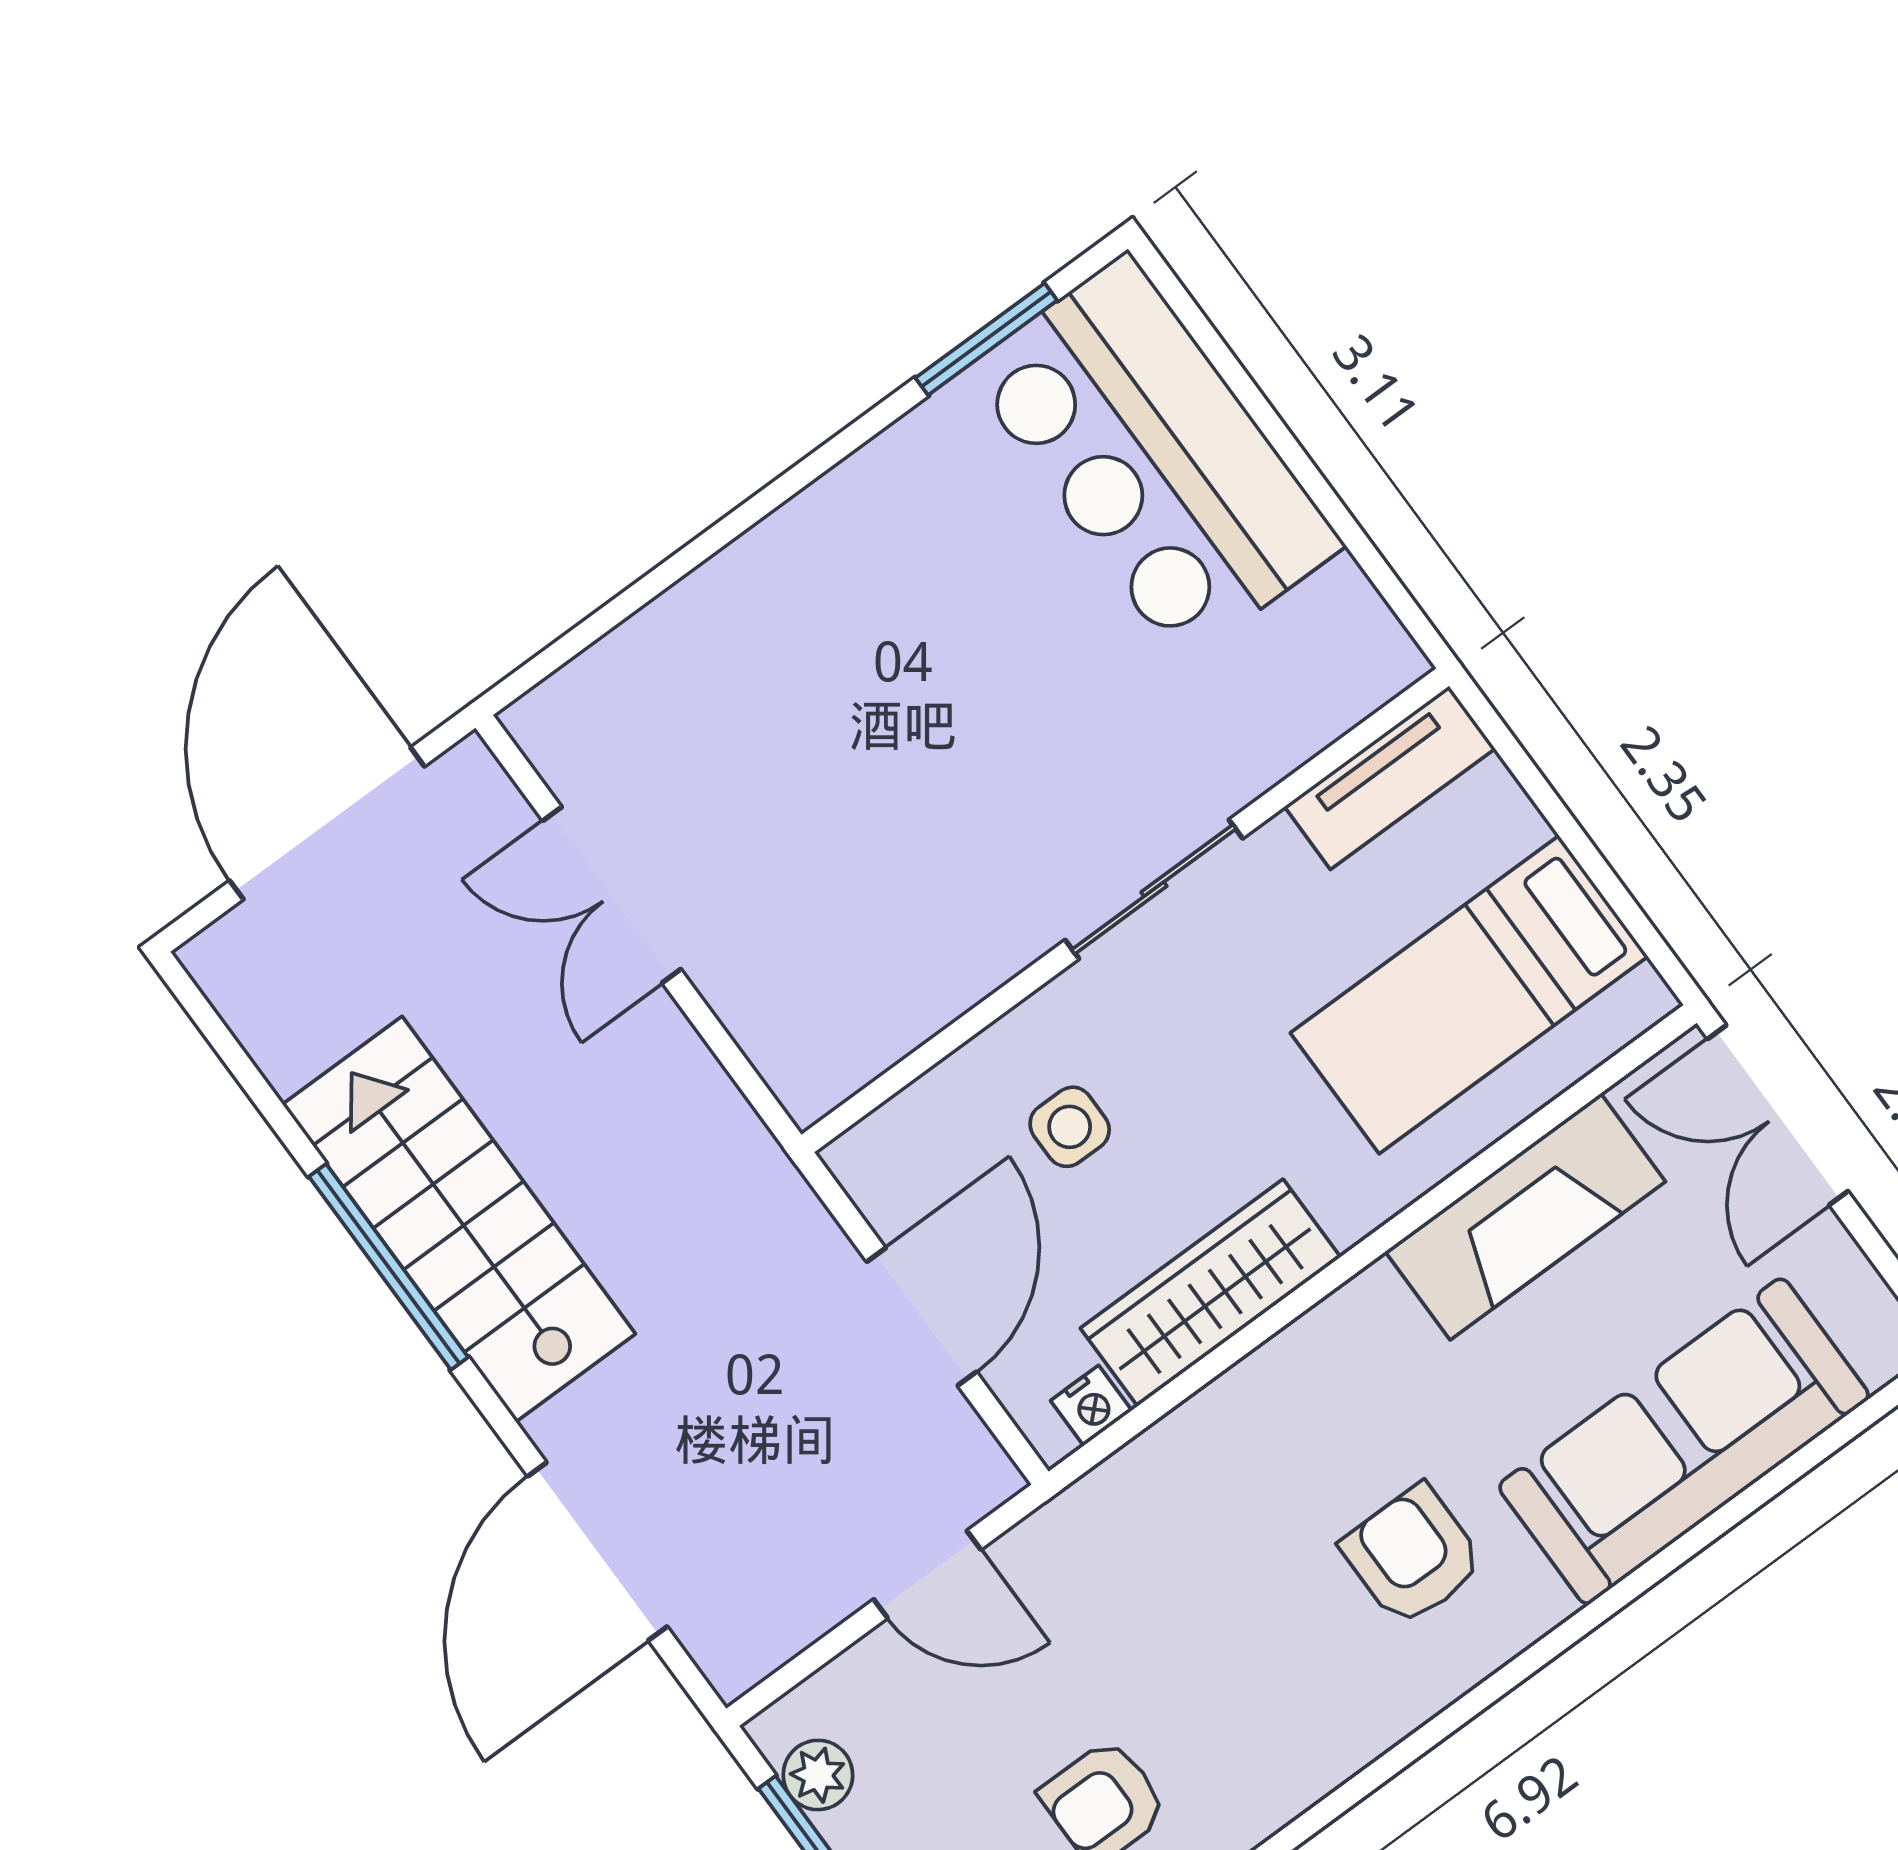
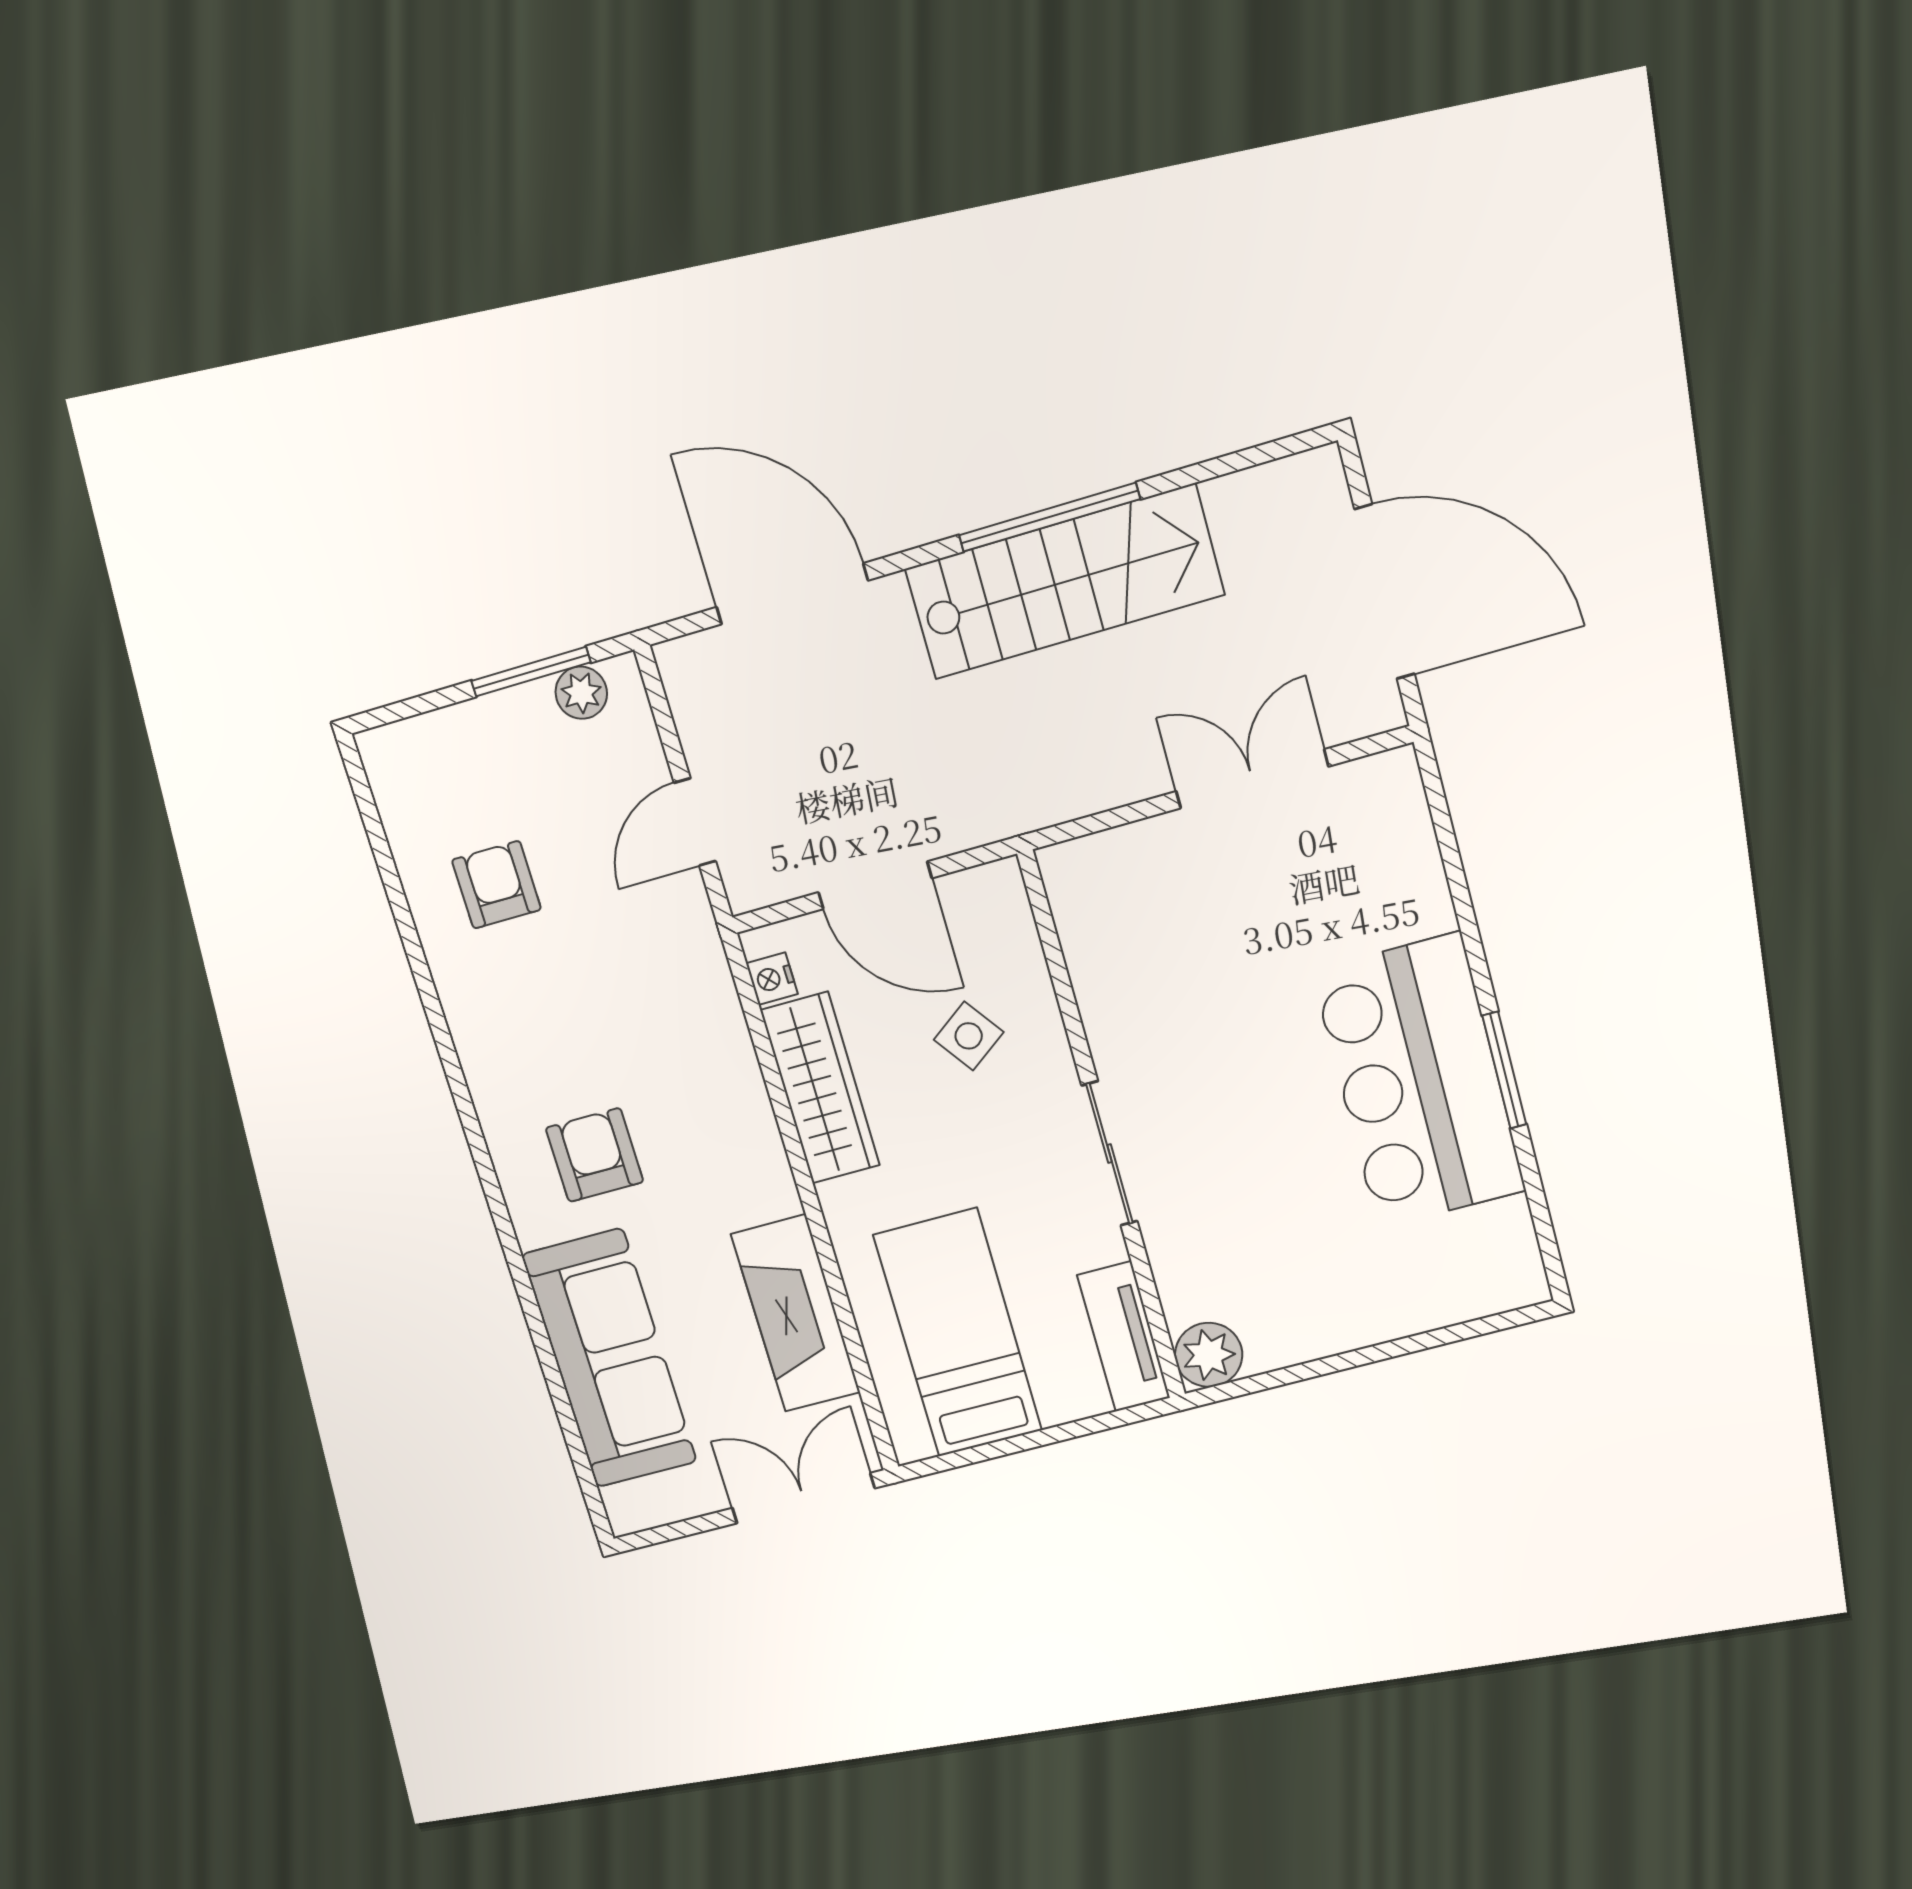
window: (986, 339) -> (1504, 1070), moved
bar counter: (1155, 458) -> (1419, 1081), moved, turned -90
plant: (1372, 659) -> (1209, 1355), added
side table: (1070, 1127) -> (969, 1036), turned -36
armchair: (1413, 1555) -> (595, 1155), turned -90

